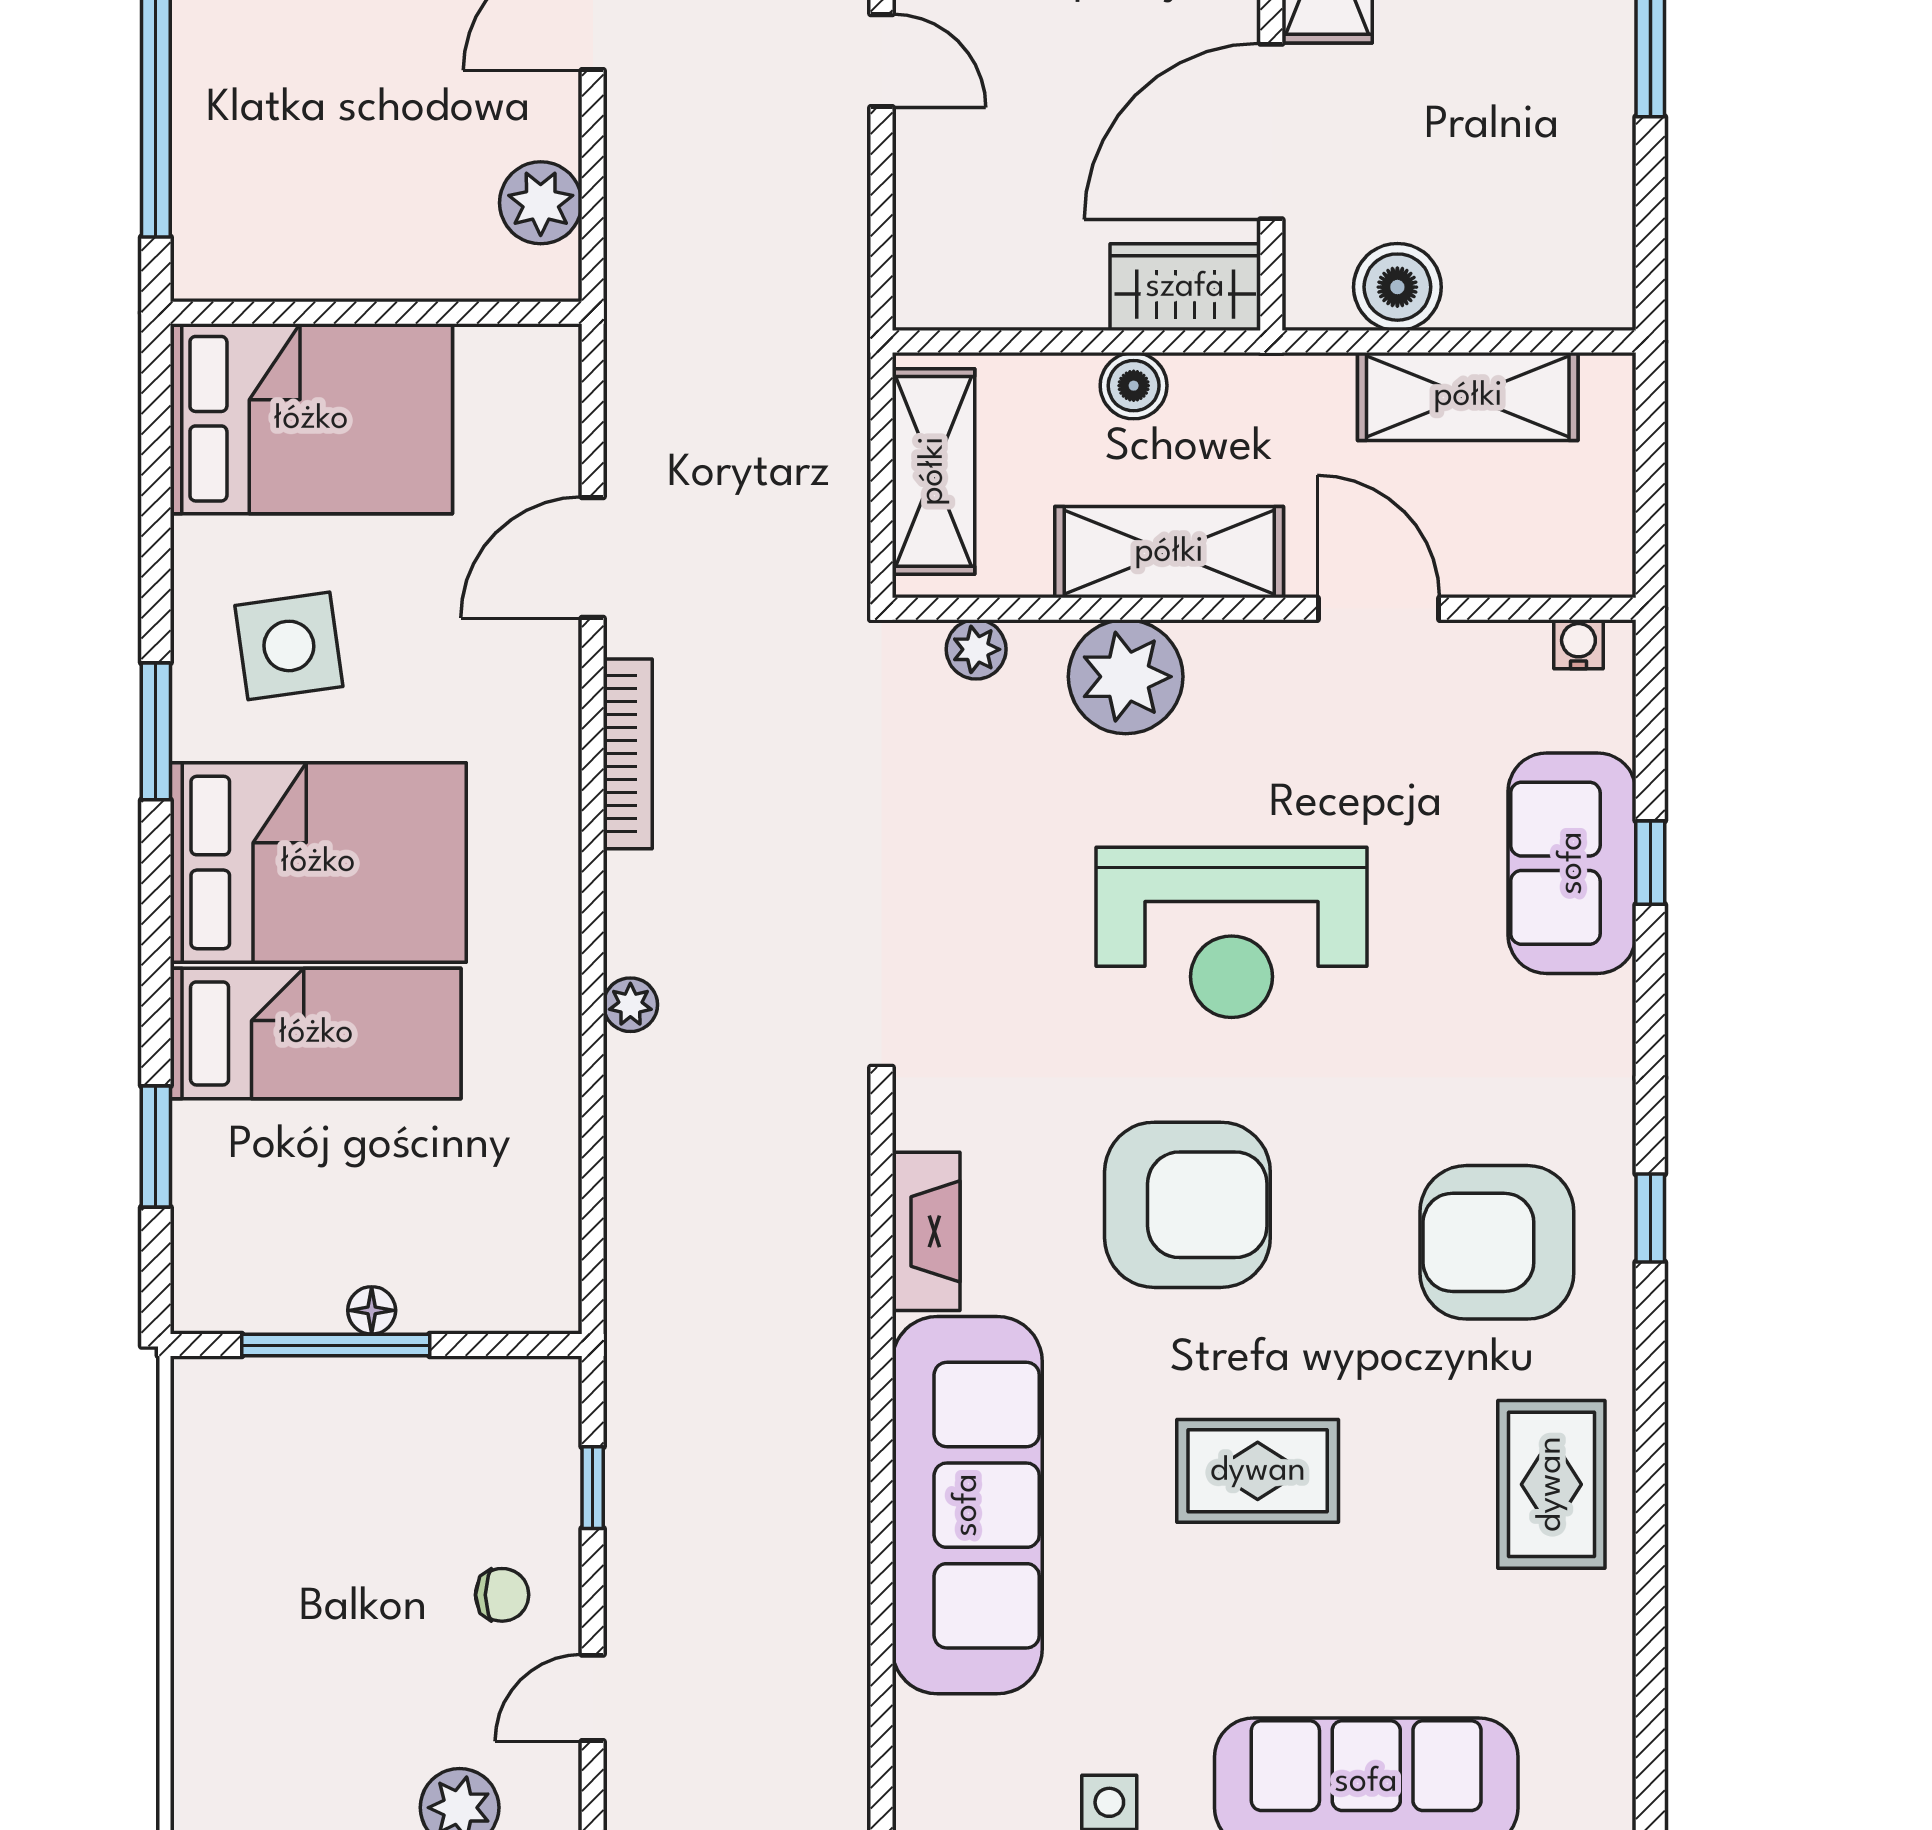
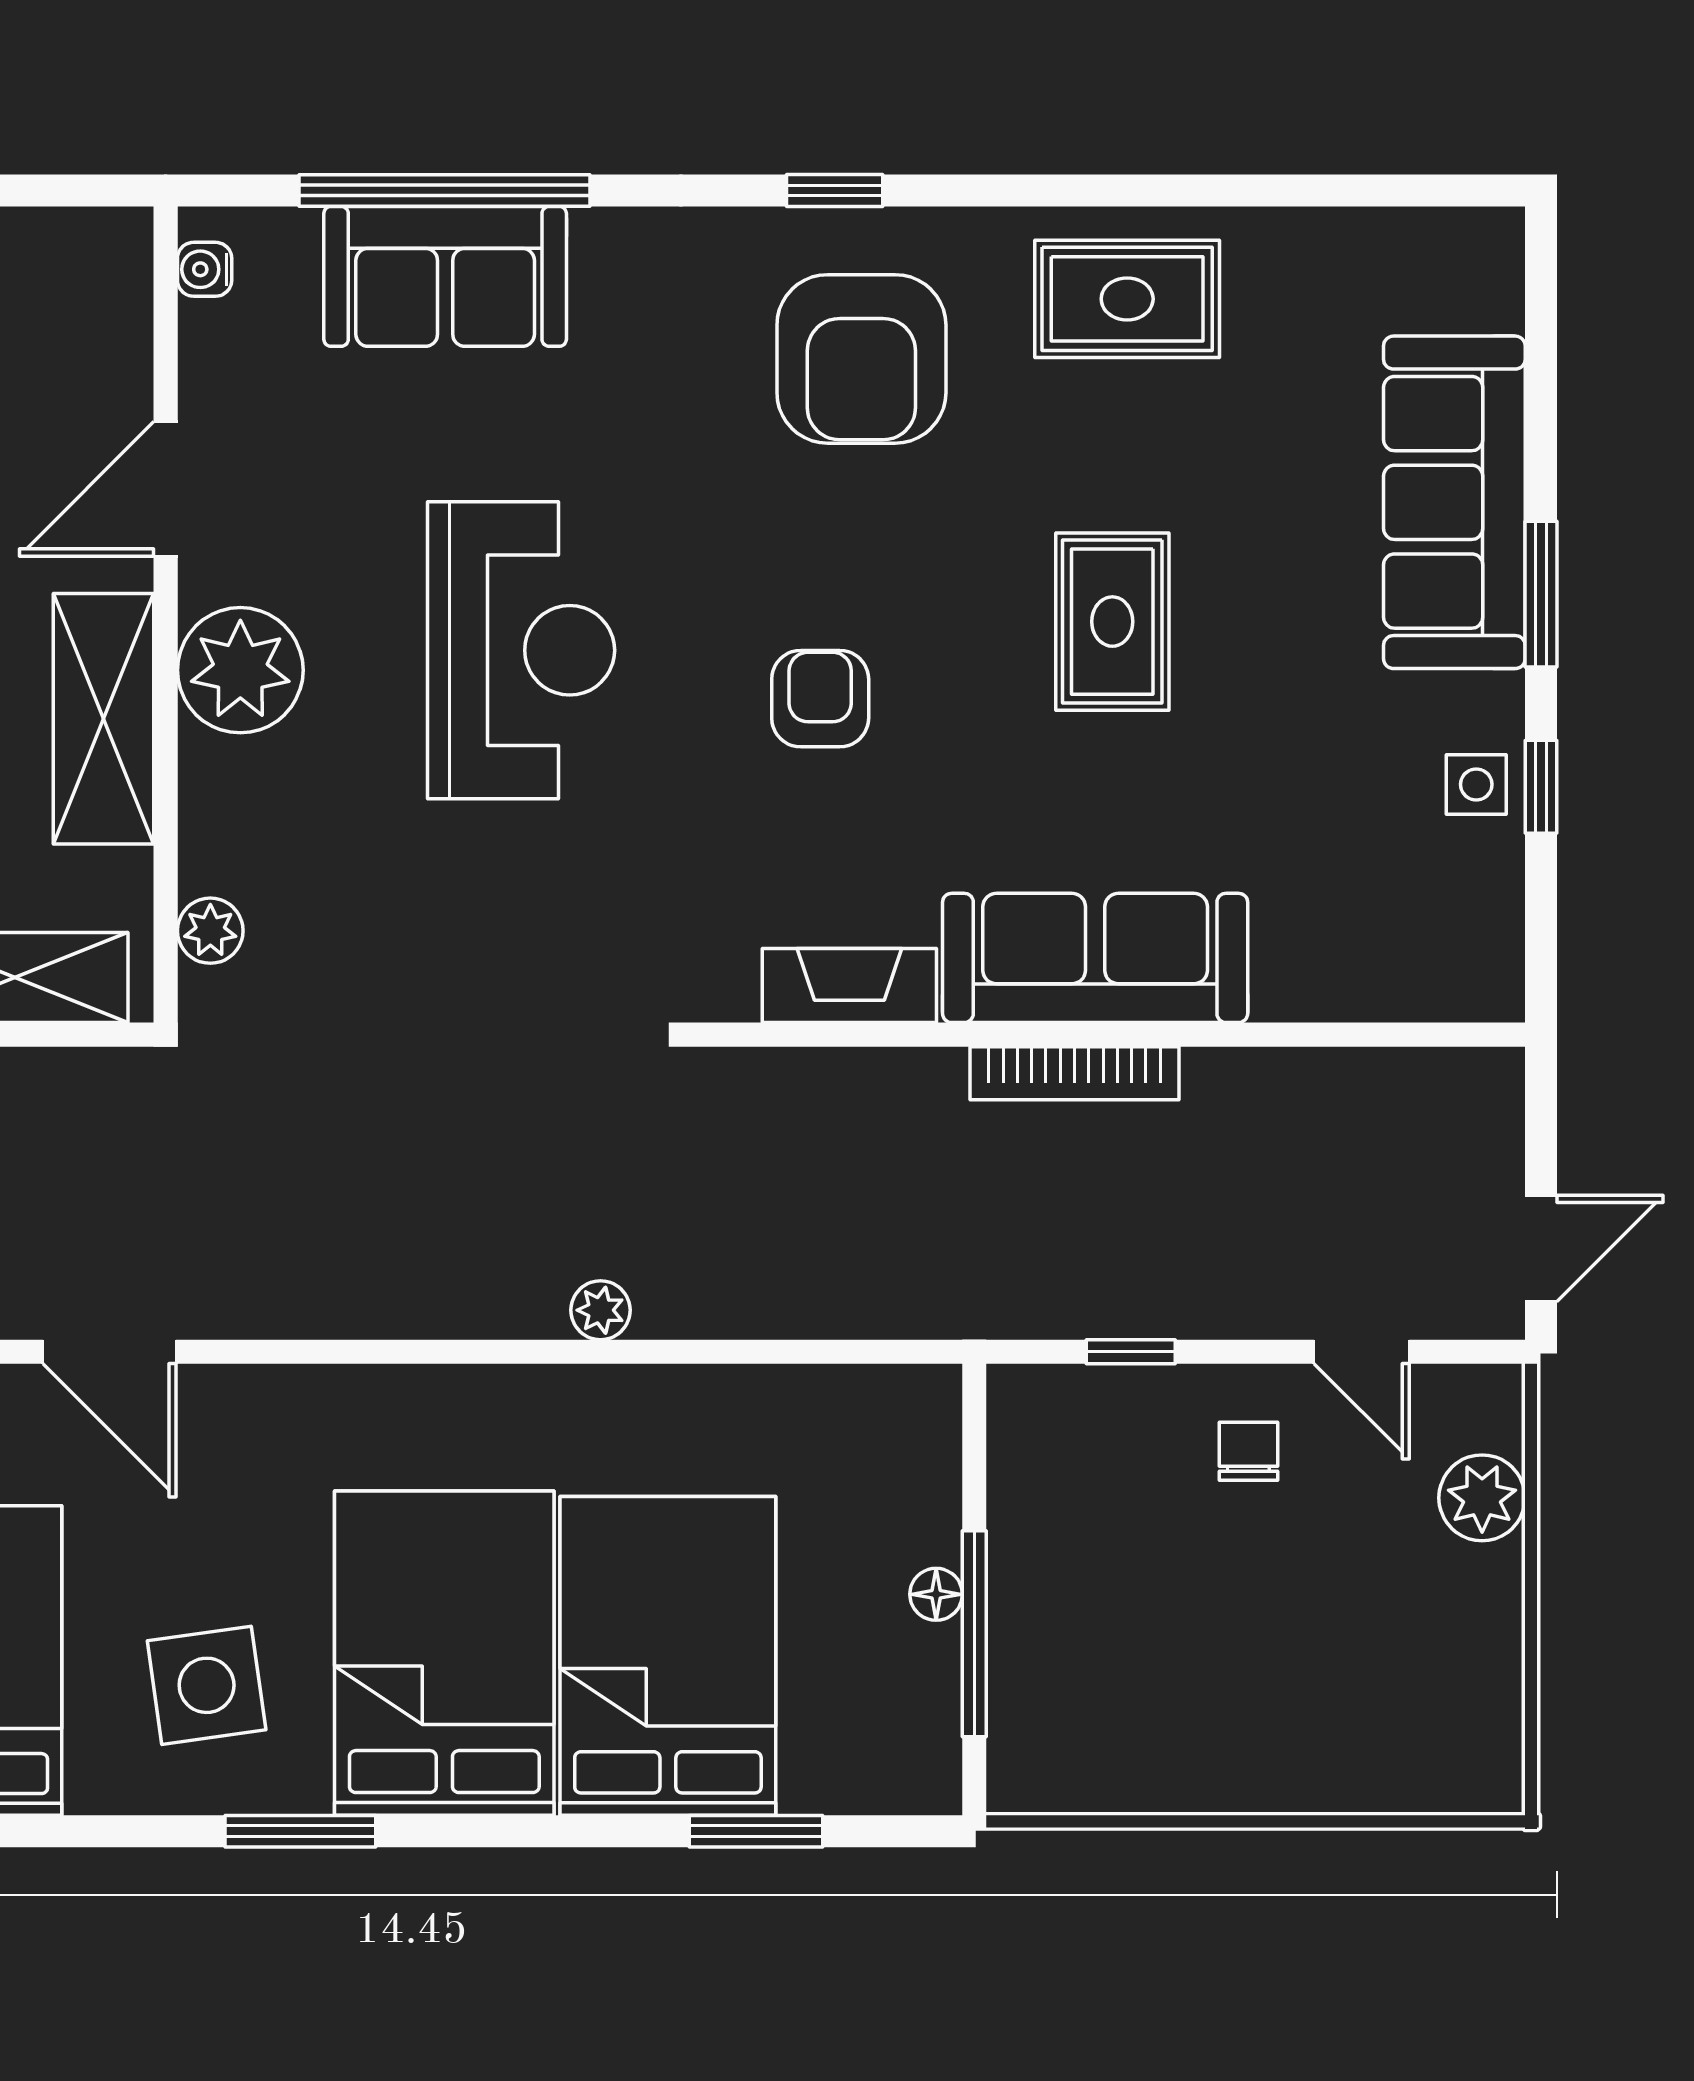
plant: (1126, 677) -> (240, 670), moved
bookcase: (628, 754) -> (1074, 1073), moved, turned 180
window: (1650, 863) -> (444, 190), width x3.17
bed: (316, 1033) -> (668, 1656), width x1.50
armchair: (1187, 1205) -> (820, 699), width x0.53, depth x0.53
sofa: (967, 1505) -> (1095, 958), width x0.74, depth x0.79

